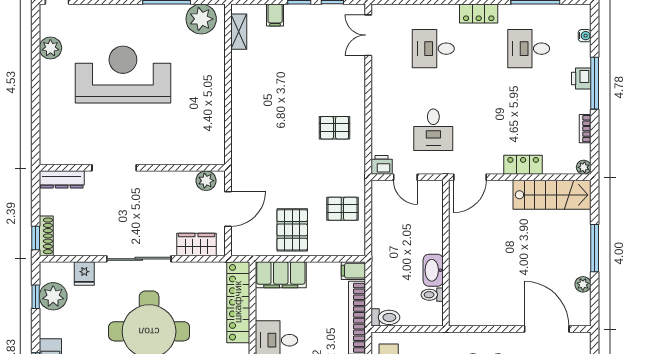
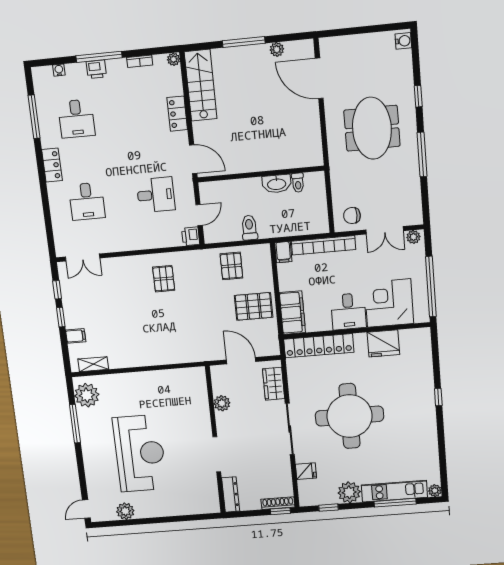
reception desk: (123, 75) -> (140, 453), turned 180
plant: (206, 181) -> (222, 403), moved
plant: (53, 296) -> (349, 492), moved
toilet: (385, 317) -> (249, 228), moved
door: (547, 329) -> (319, 78), hinge flipped

